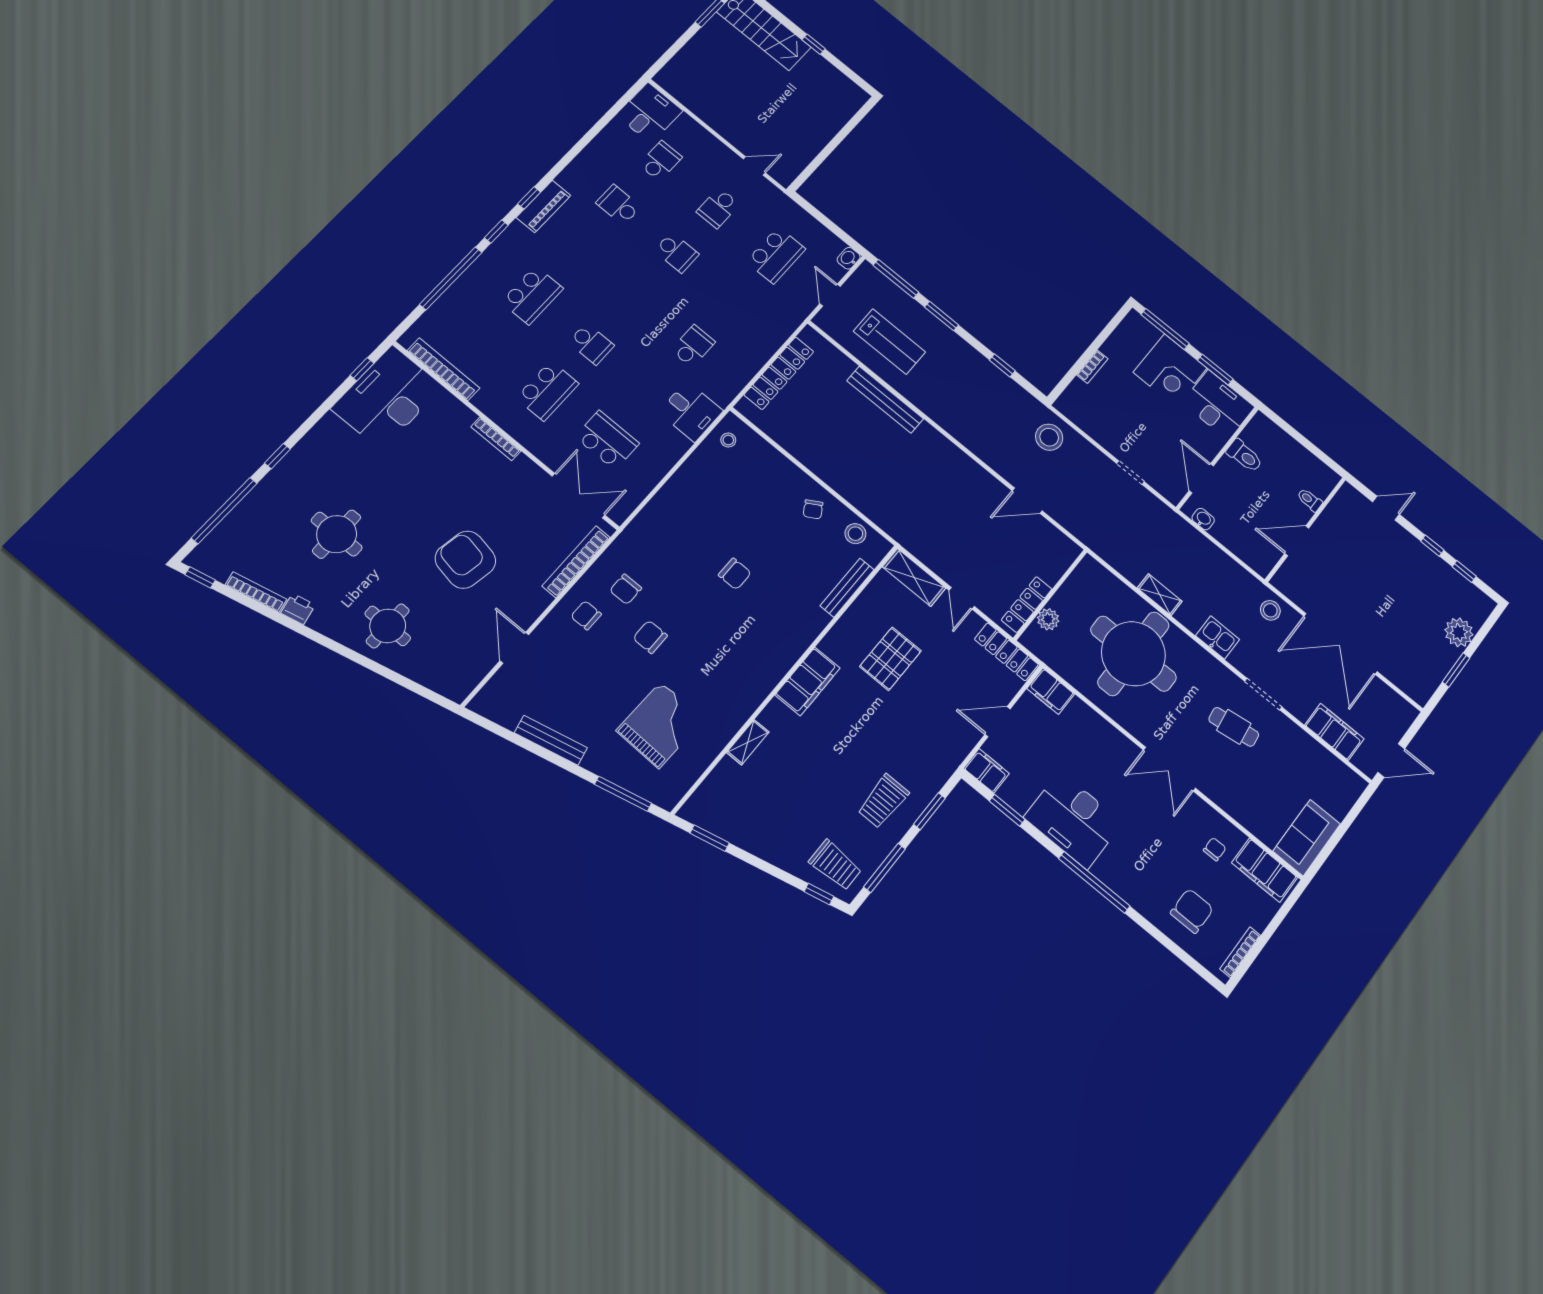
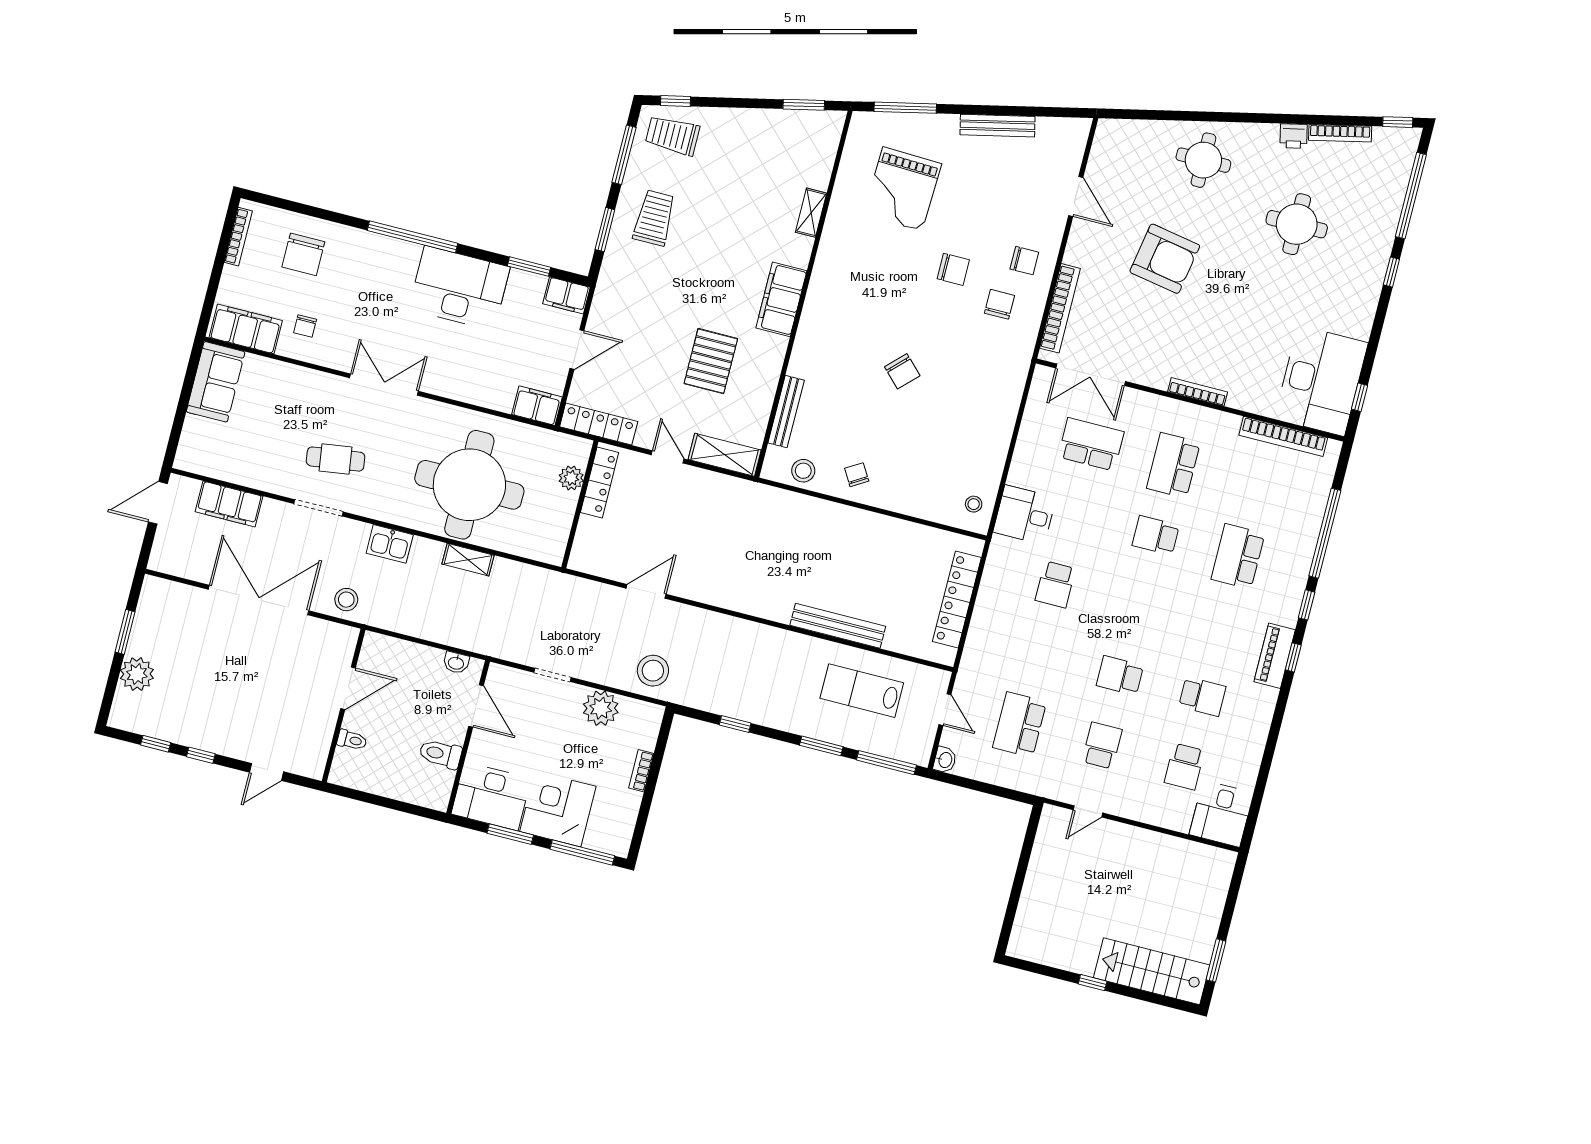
plant: (1103, 429) -> (601, 708), added
school desk: (607, 440) -> (1091, 444), turned 180
chair: (735, 574) -> (902, 371), turned -135

